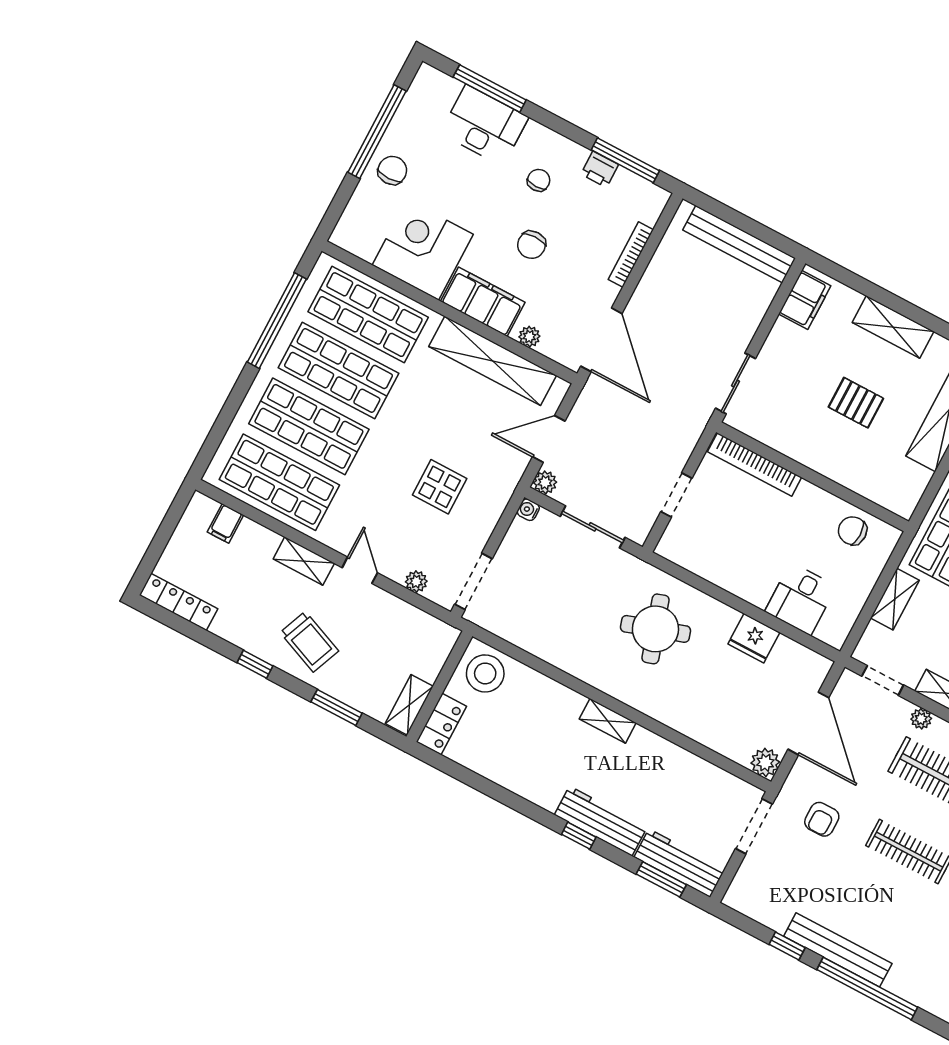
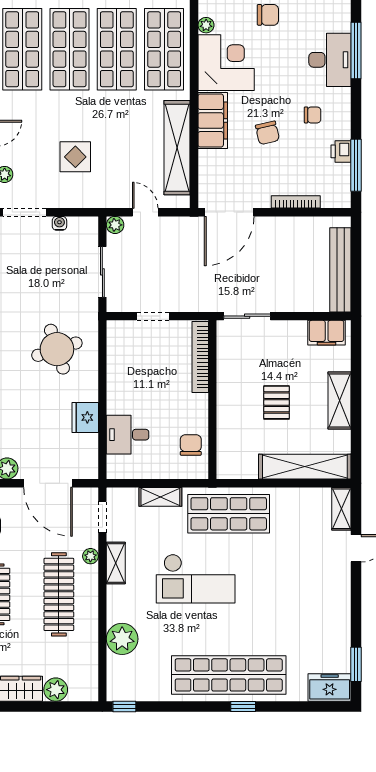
chair: (531, 245) -> (267, 133), turned -103
plant: (529, 337) -> (206, 25), moved
door: (549, 439) -> (145, 212), width x0.73
water cooler: (528, 510) -> (59, 223), moved
door: (808, 723) -> (48, 483), hinge flipped

